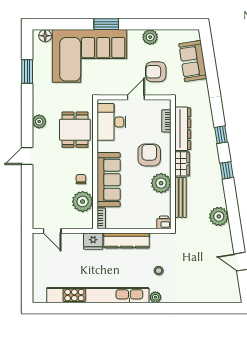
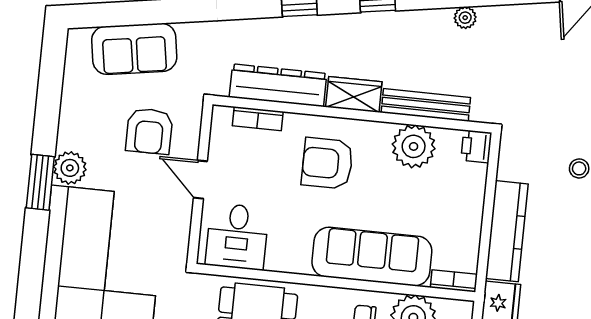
window: (106, 24) -> (40, 182), moved
plant: (150, 37) -> (70, 168), moved
desk: (112, 122) -> (237, 236), width x0.73
plant: (161, 183) -> (414, 146), moved
plant: (219, 216) -> (465, 18), width x0.53, depth x0.53

